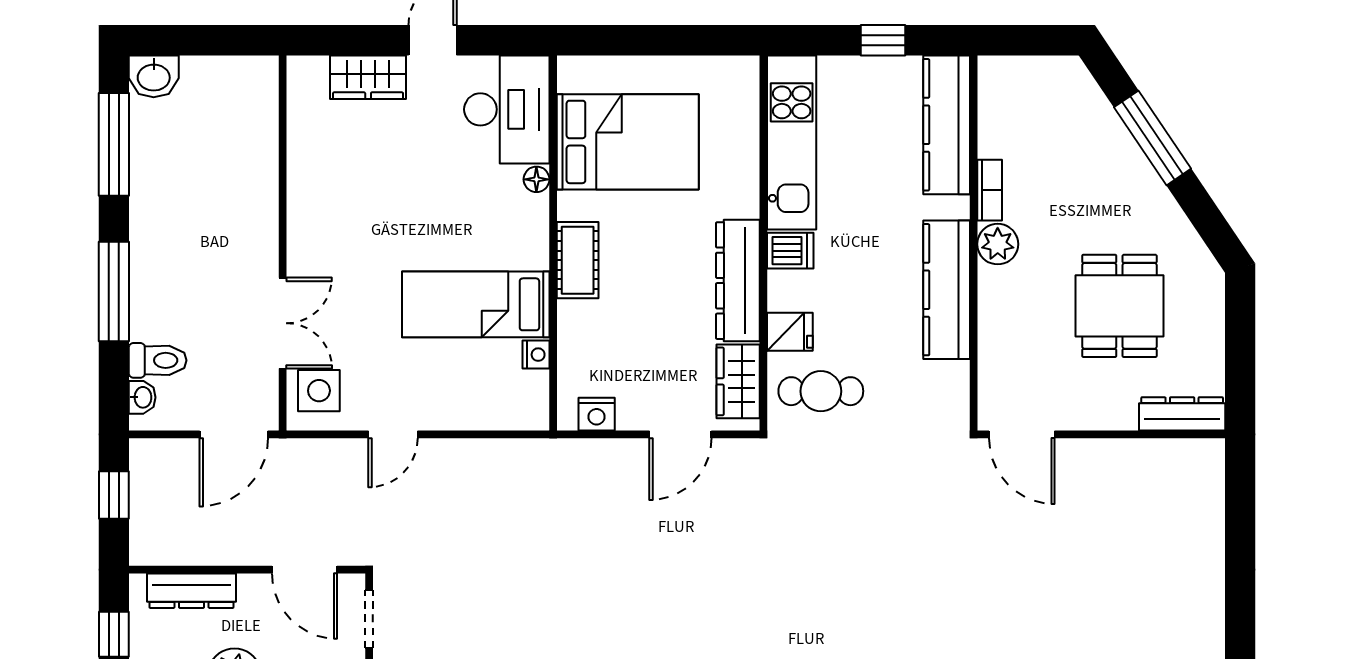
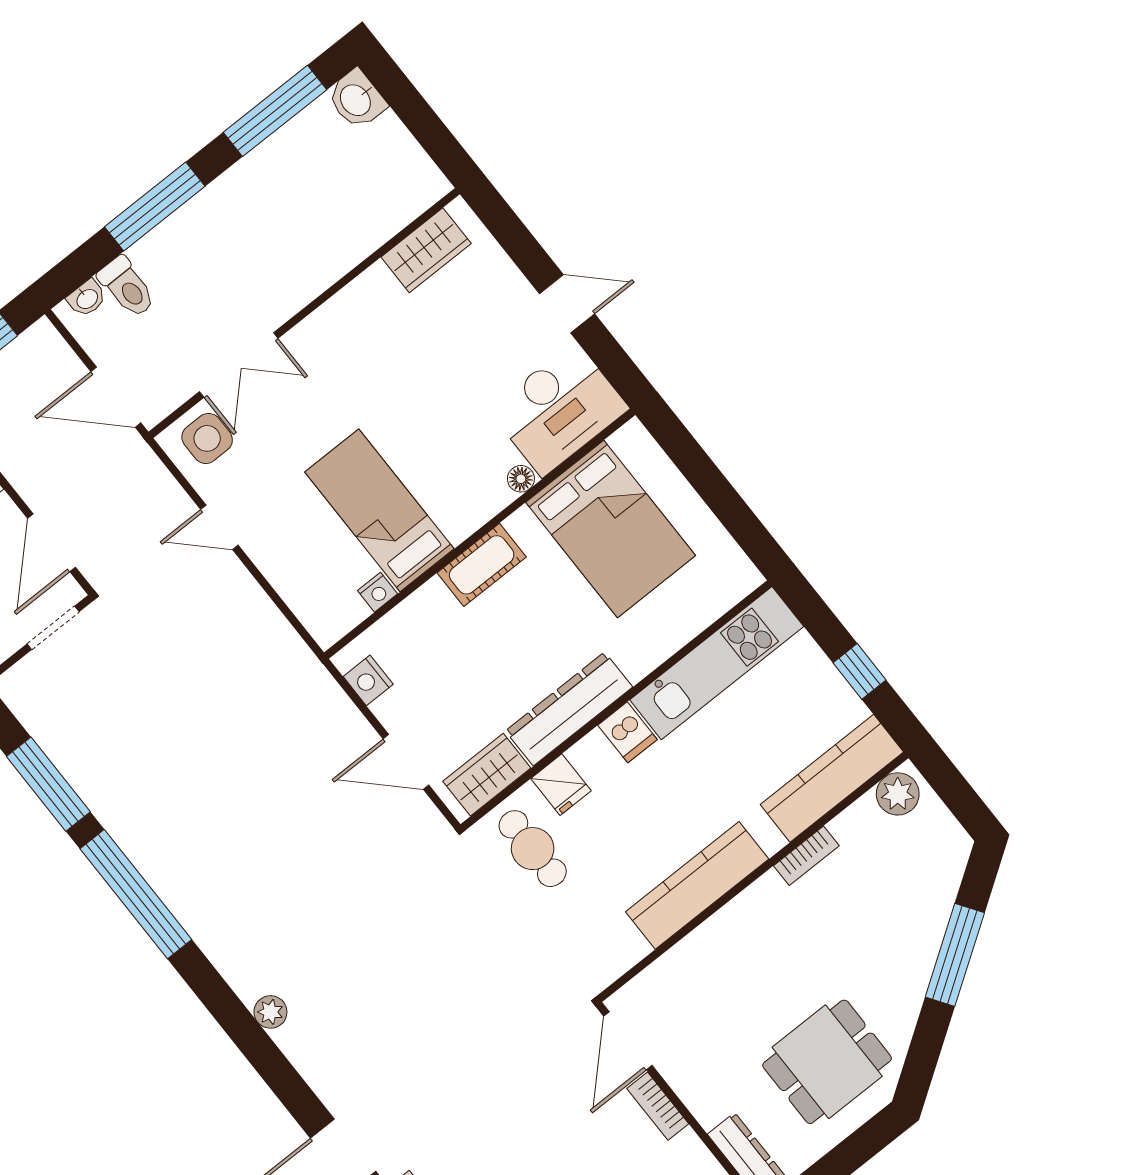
wardrobe: (368, 77) -> (426, 250), moved, turned -90
plant: (998, 244) -> (898, 794), moved
dining table: (1119, 306) -> (827, 1062), moved
bookcase: (1089, 451) -> (658, 1106), added

